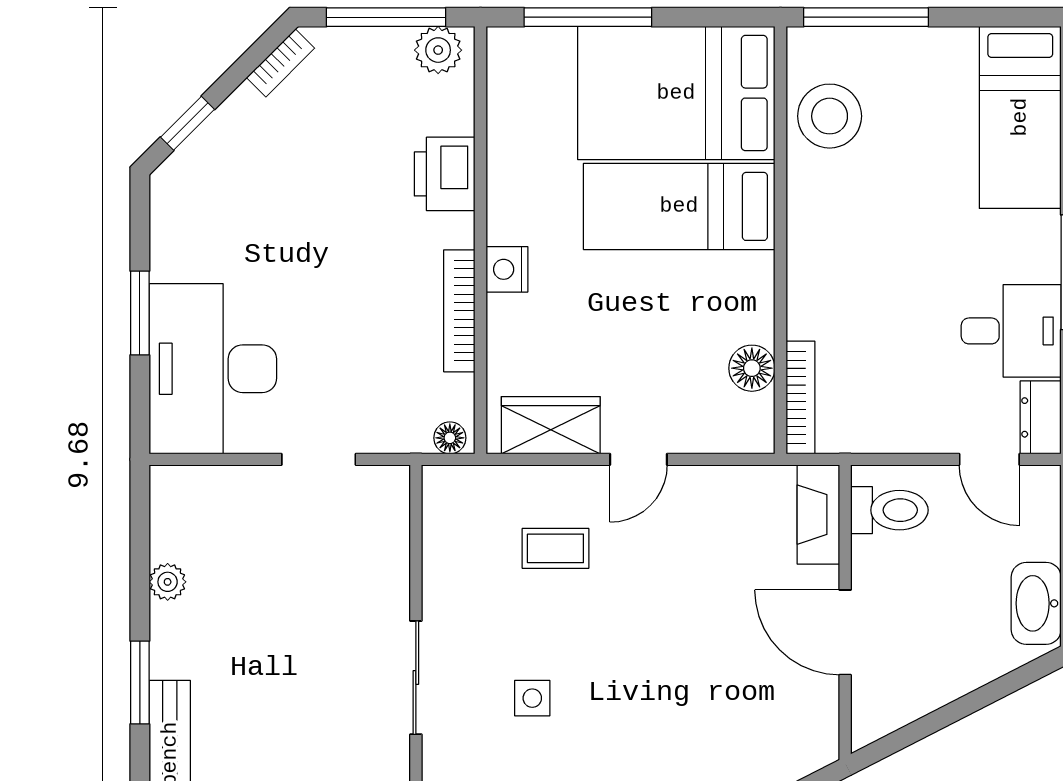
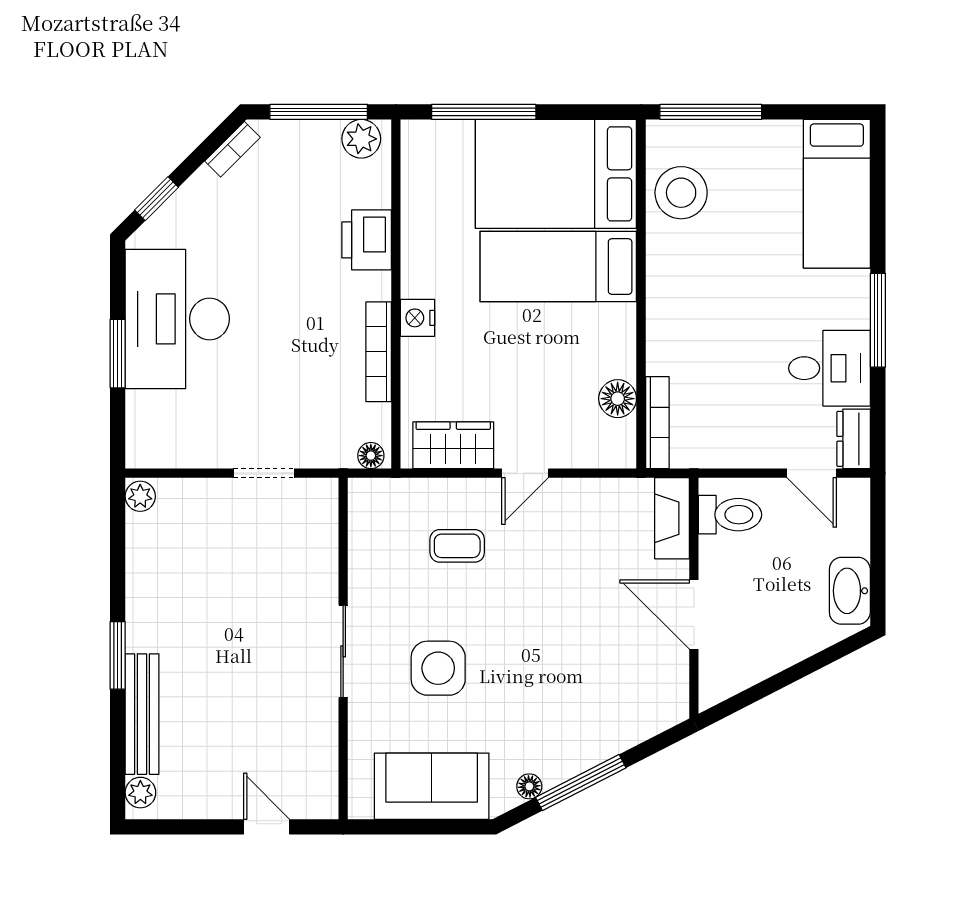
desk: (213, 369) -> (177, 319), moved
plant: (168, 582) -> (140, 496), moved
side table: (532, 698) -> (438, 668), width x1.87, depth x1.87

